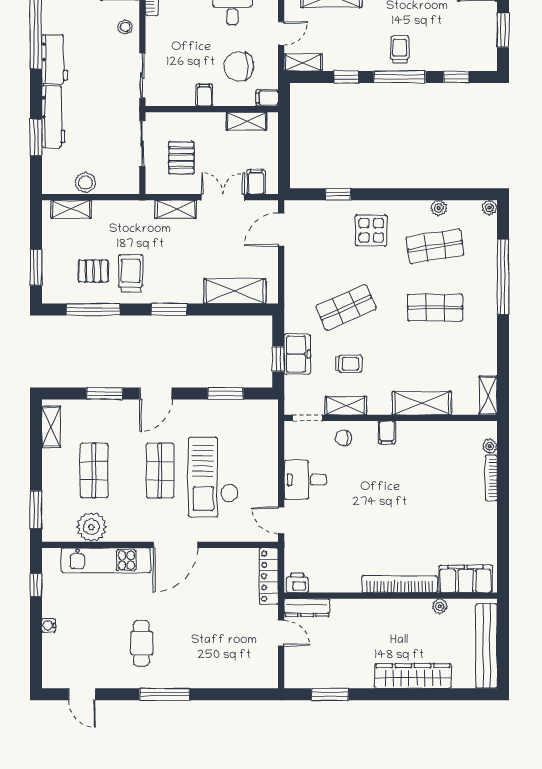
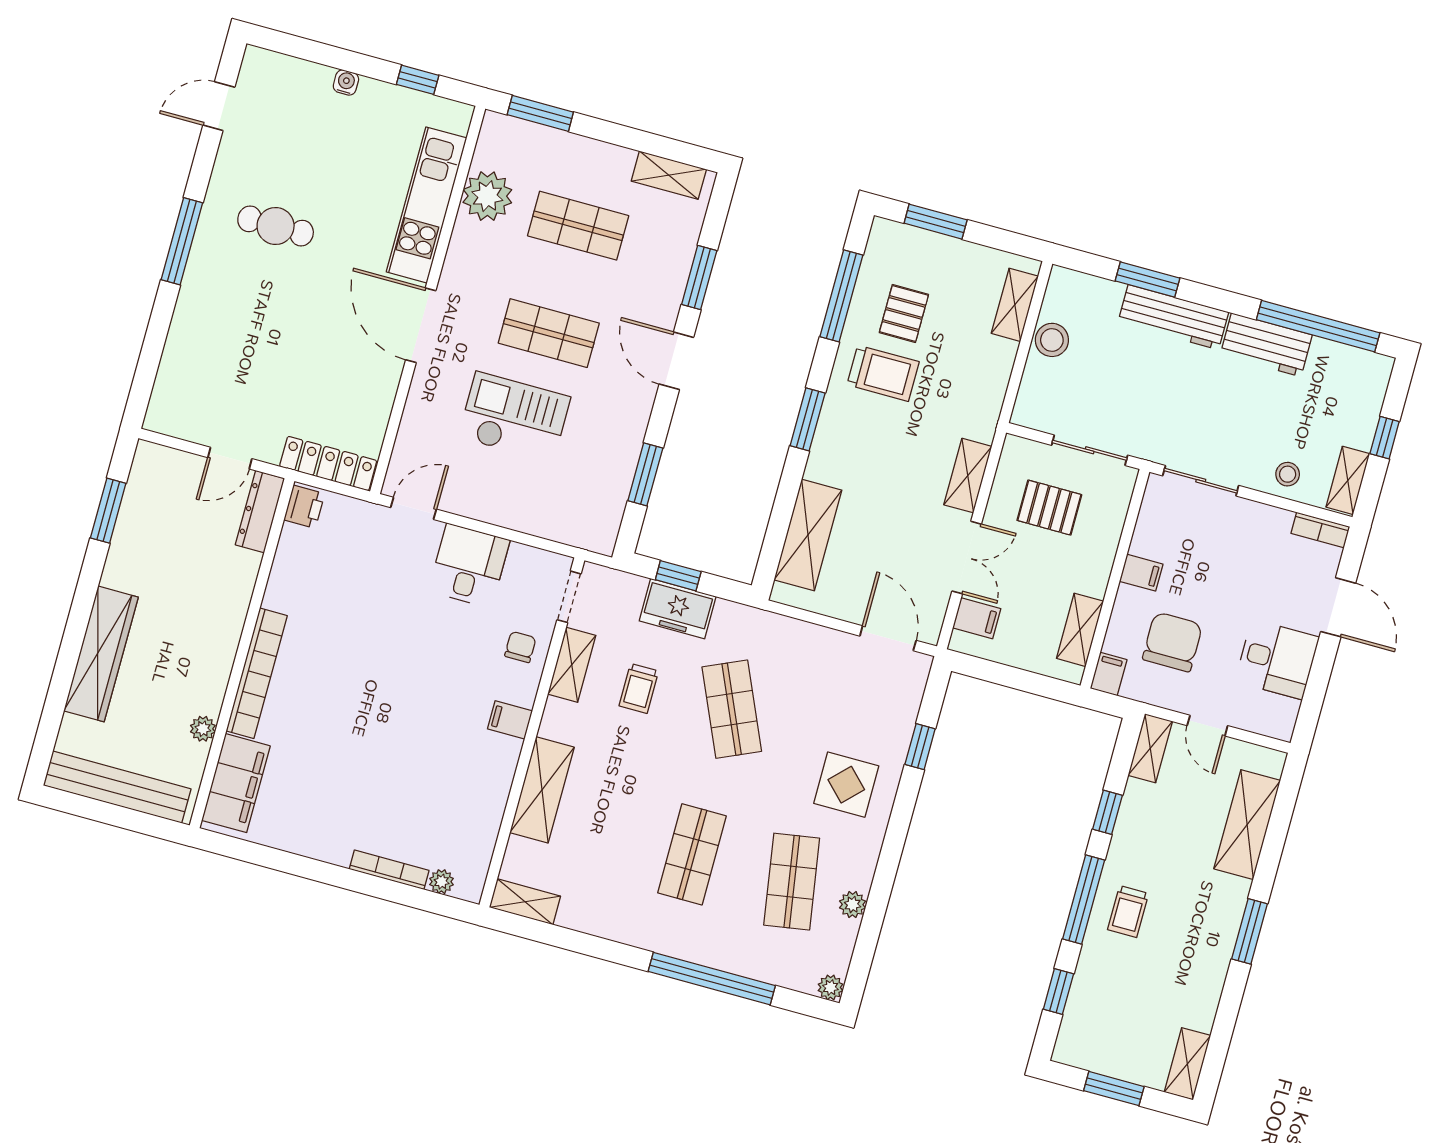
trolley: (400, 50) -> (1128, 912), turned 90
checkout: (213, 477) -> (514, 417), width x0.73, depth x0.83

